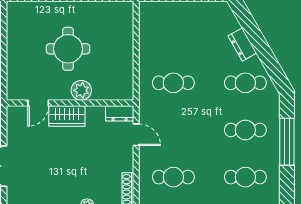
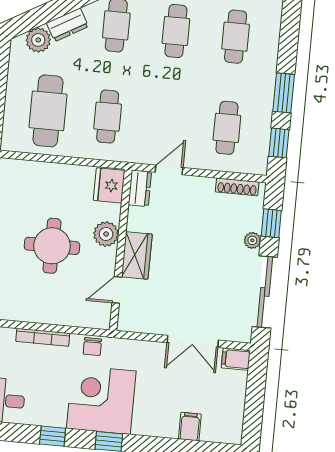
plant: (228, 23) -> (38, 40), added
cafe table: (173, 36) -> (48, 111), added
fridge: (120, 89) -> (109, 185), added
door: (38, 103) -> (117, 290), swing flipped

